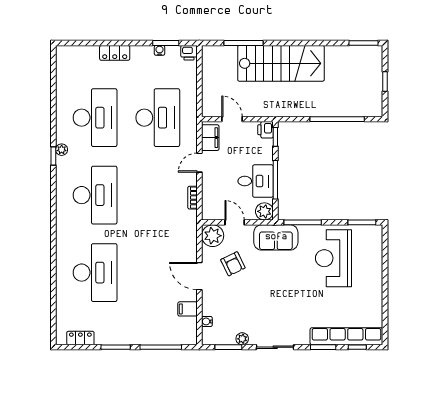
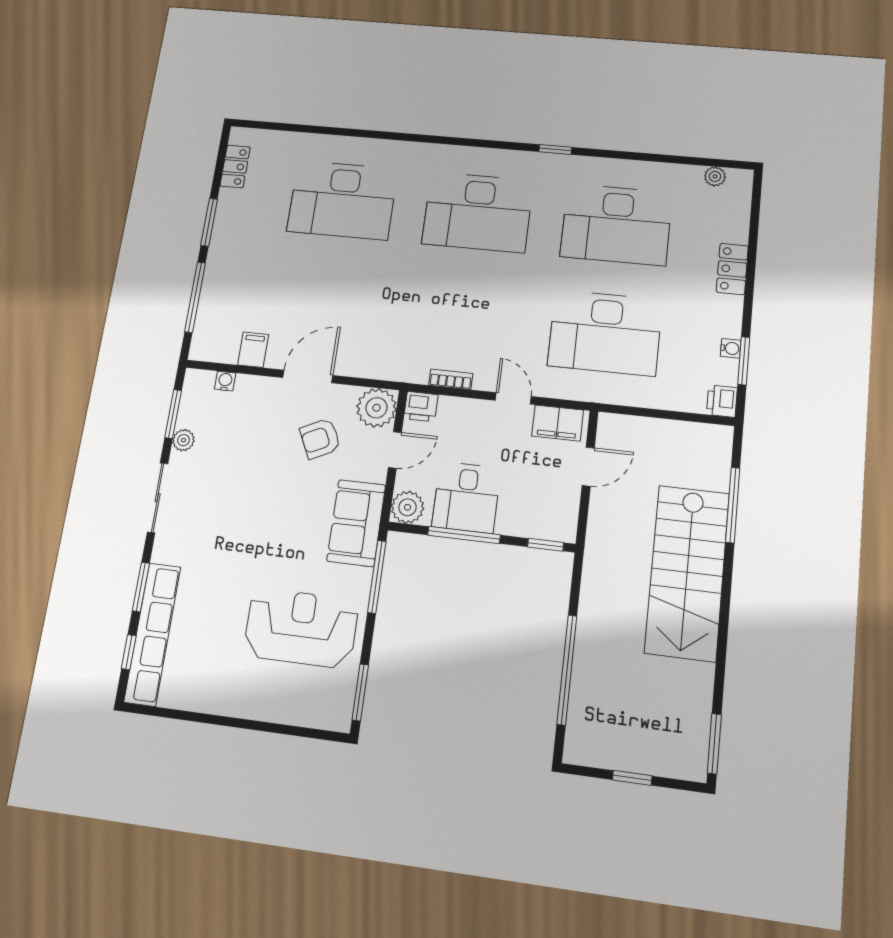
printer: (266, 130) -> (421, 407), moved, turned 180
plant: (62, 150) -> (715, 176), moved

